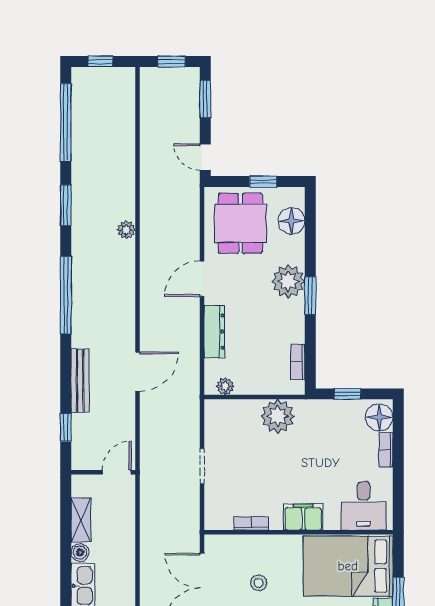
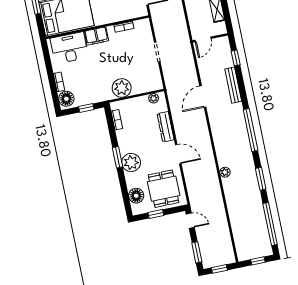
door: (202, 279) -> (178, 154), hinge flipped
desk: (364, 506) -> (69, 48), width x1.37

